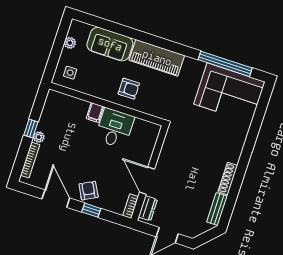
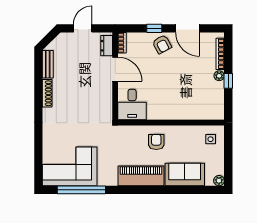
plant: (70, 43) -> (219, 181), moved
armchair: (129, 89) -> (156, 142), turned 90
filing cabinet: (95, 113) -> (178, 112), removed
desk: (115, 128) -> (132, 105), moved

